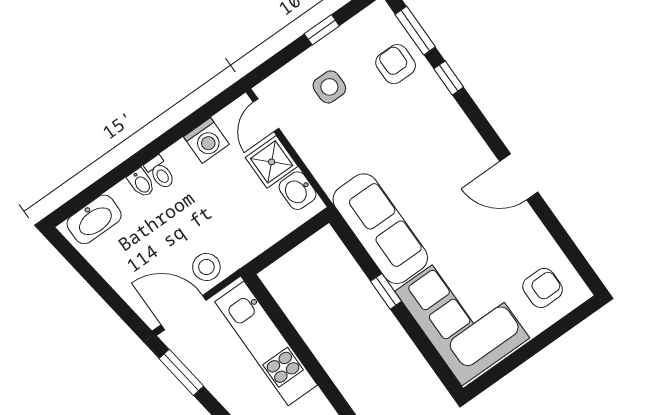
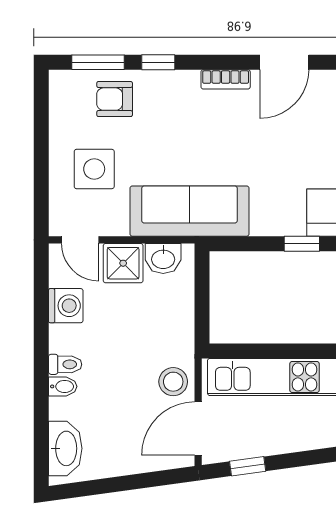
window: (322, 30) -> (41, 141), removed
side table: (329, 87) -> (94, 169), width x1.37, depth x1.37
bookcase: (473, 140) -> (226, 79), added
sofa: (380, 229) -> (189, 211), moved
window: (181, 372) -> (248, 466), width x0.67

